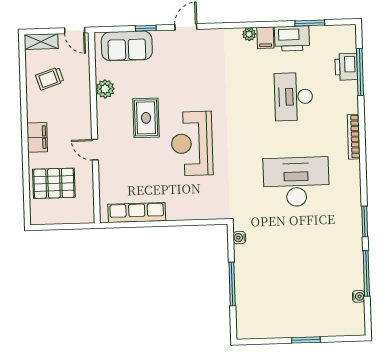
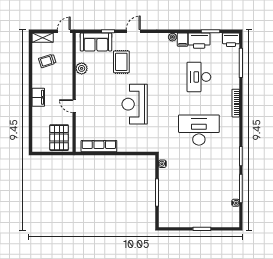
door: (75, 30) -> (64, 31), swing flipped
printer: (346, 67) -> (231, 40), moved, turned -90
rug: (146, 118) -> (121, 62), moved
pallet: (54, 183) -> (59, 138), moved, turned 90

